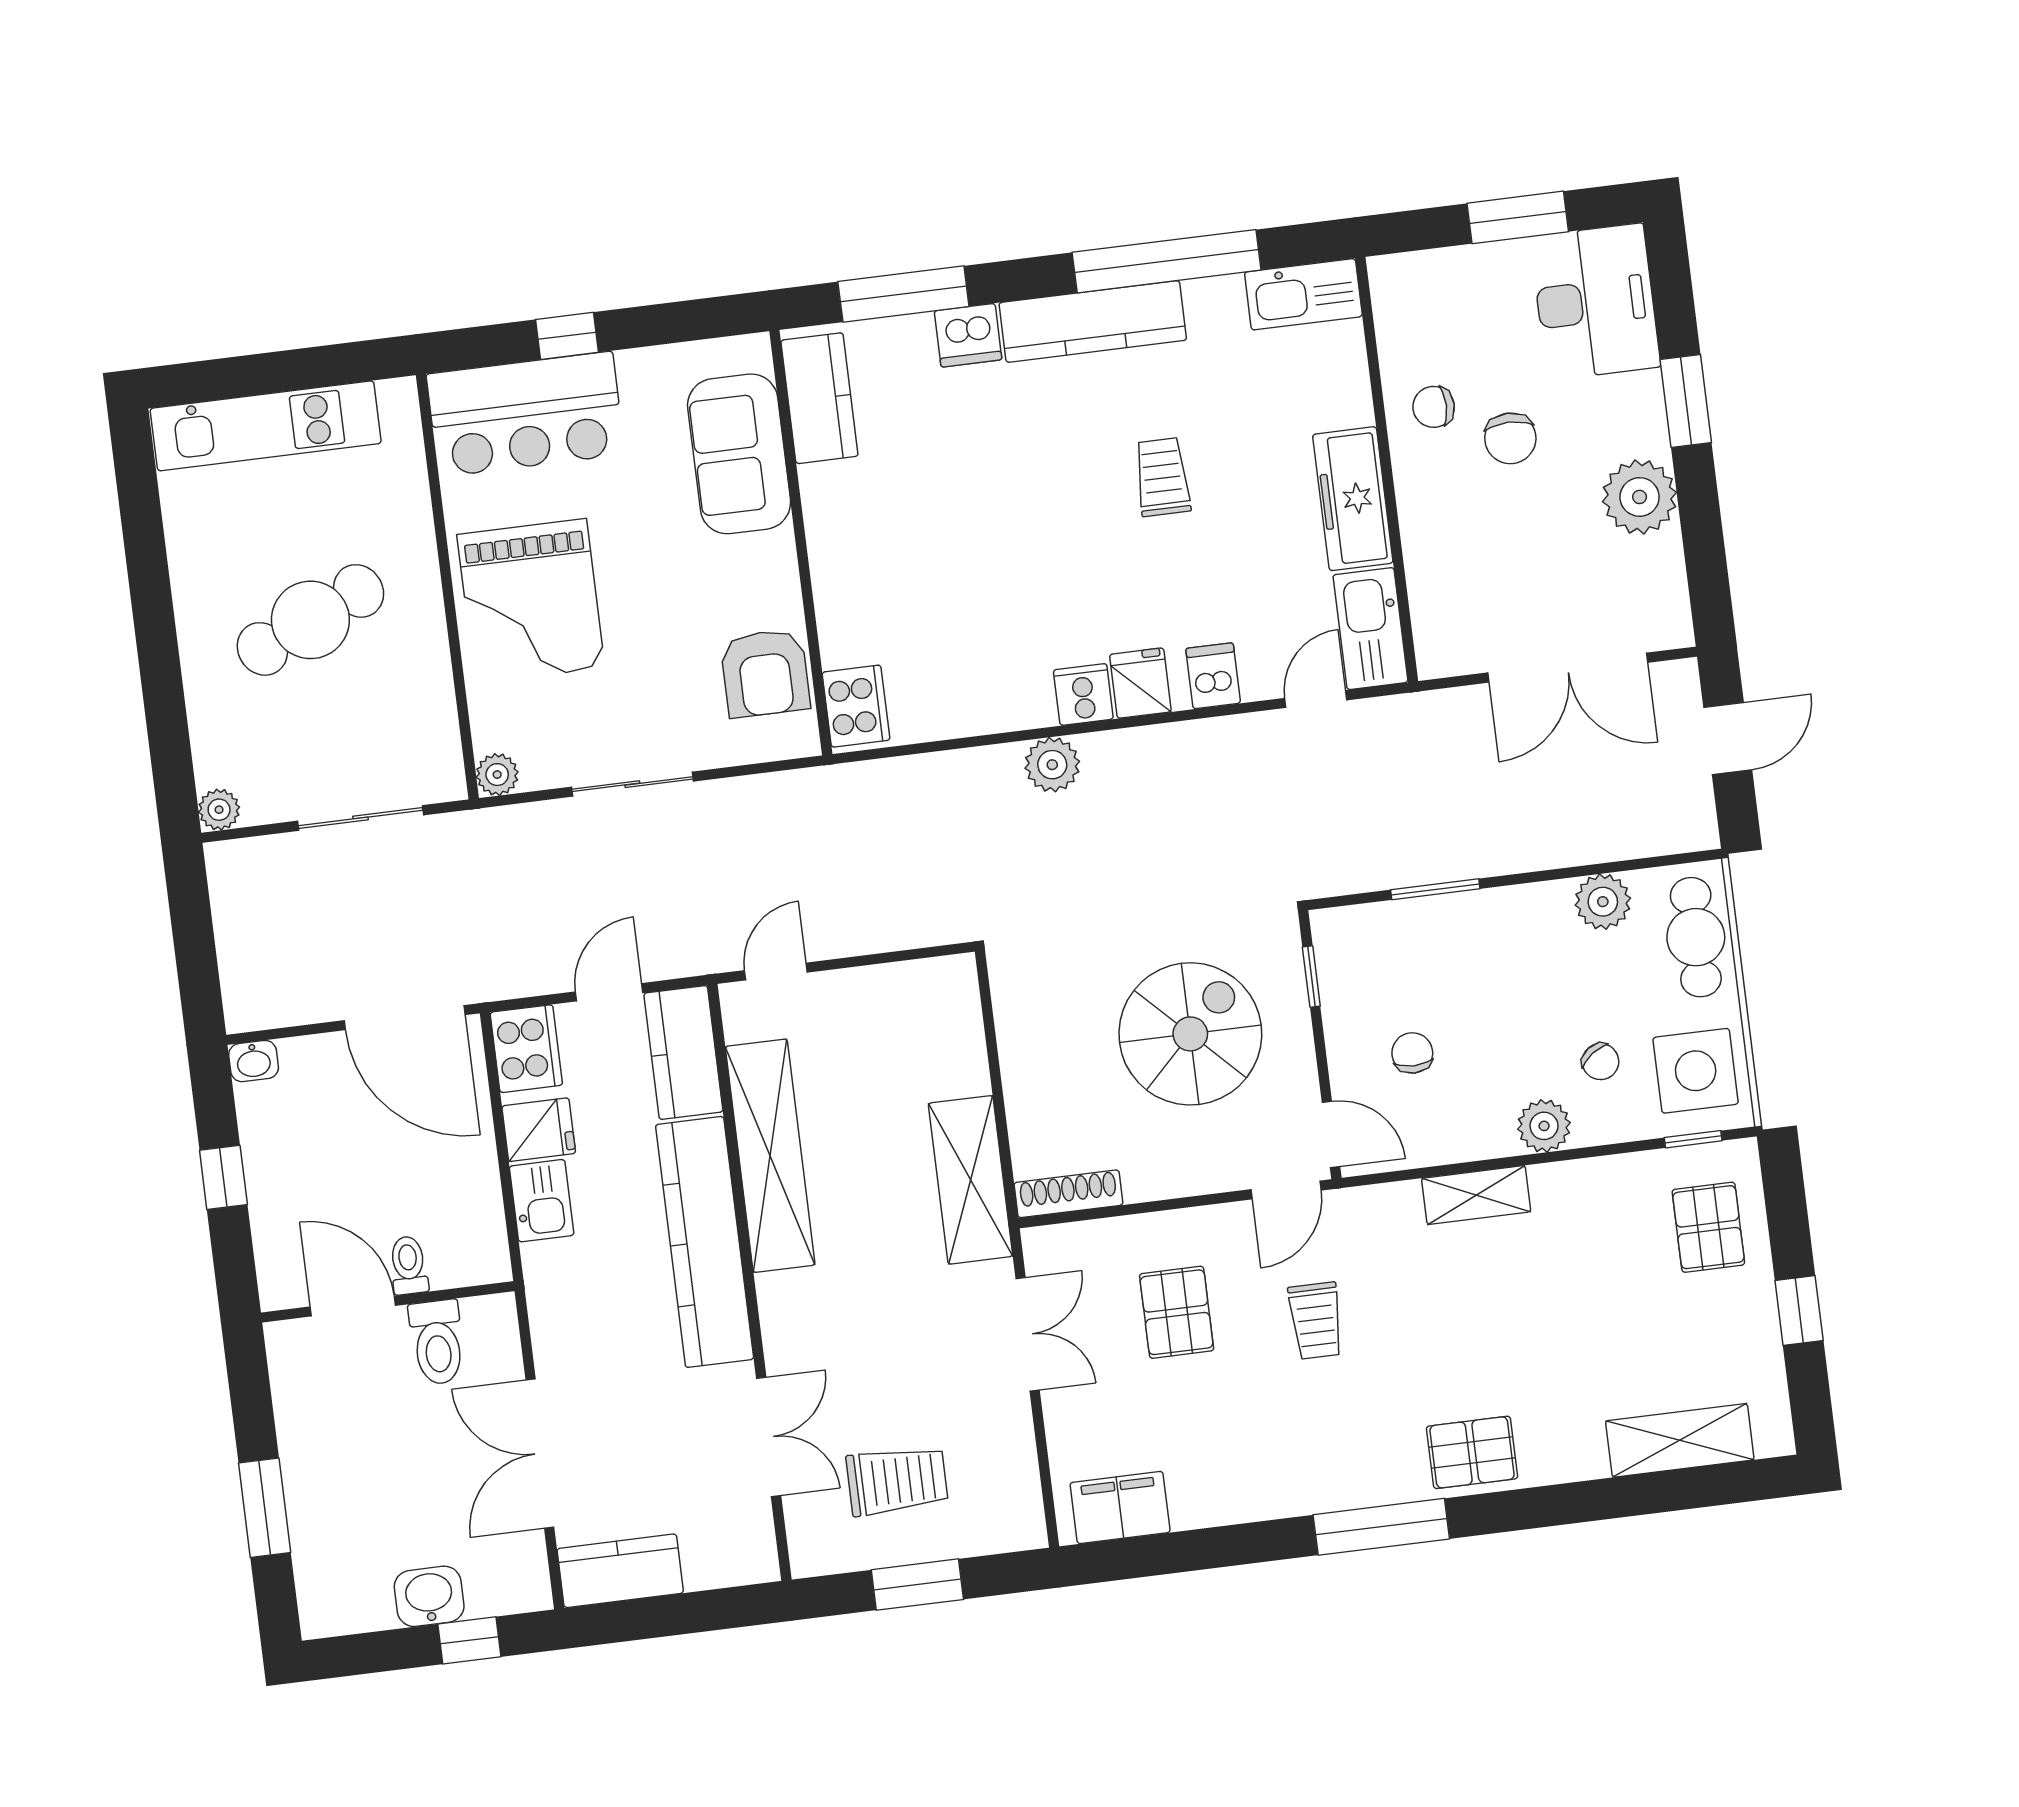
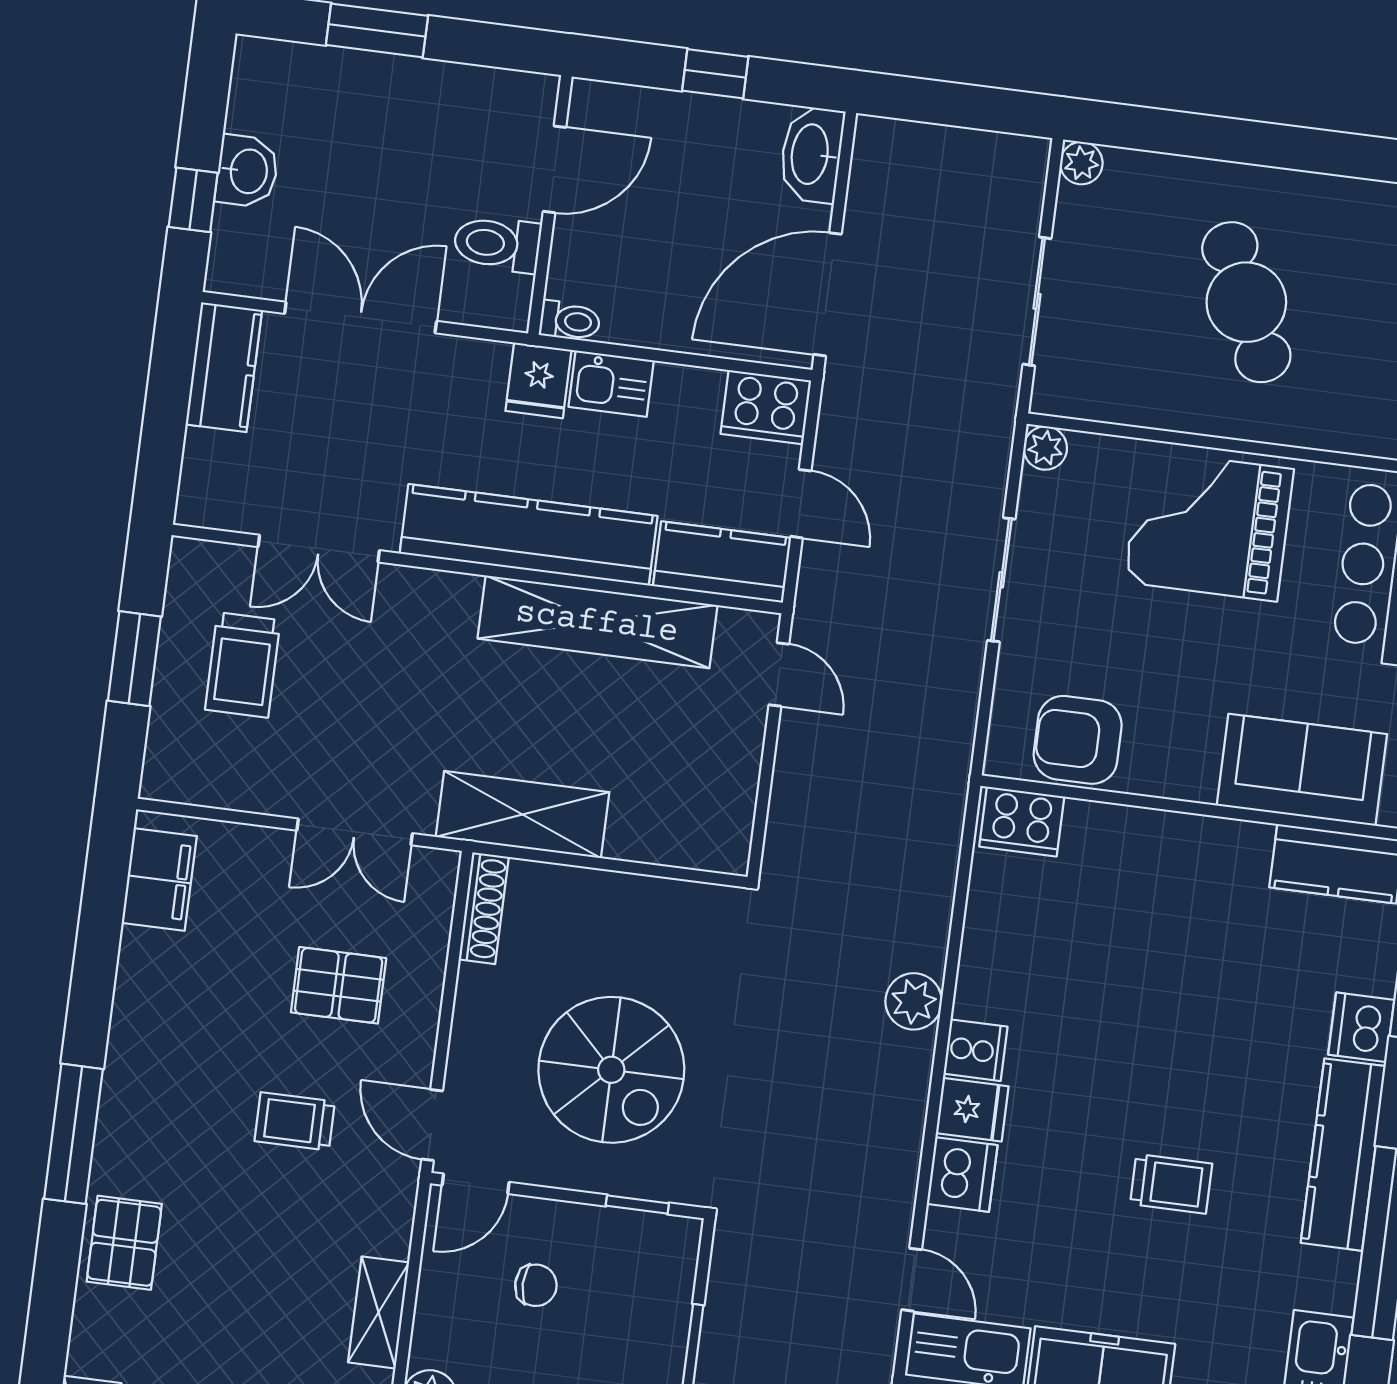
dishwasher: (1213, 676) -> (962, 1175), width x1.38
washbasin: (254, 1061) -> (811, 154), width x1.91, depth x1.45
fridge: (539, 1130) -> (538, 380), moved
toilet: (409, 1265) -> (570, 321), moved

